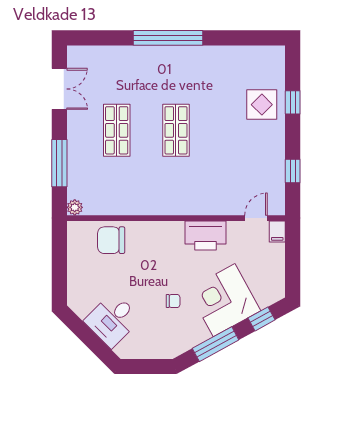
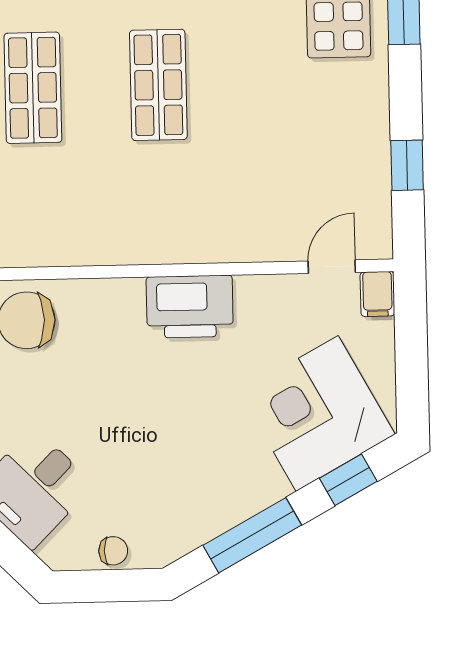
printer: (205, 235) -> (190, 307), moved
corner desk: (224, 300) -> (317, 413), moved
chair: (173, 301) -> (113, 551), moved

